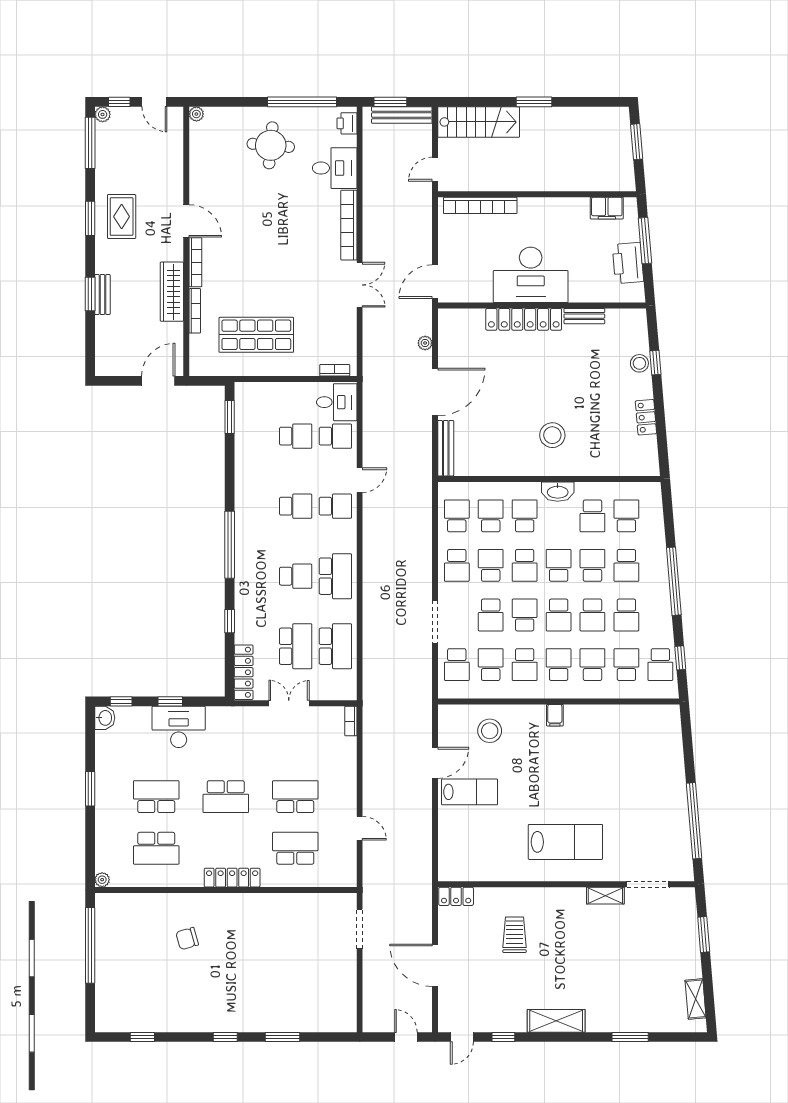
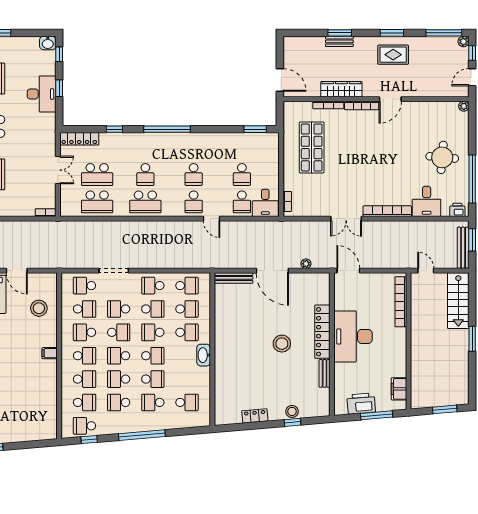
stool: (552, 435) -> (282, 344), moved
school desk: (592, 516) -> (187, 379), removed

